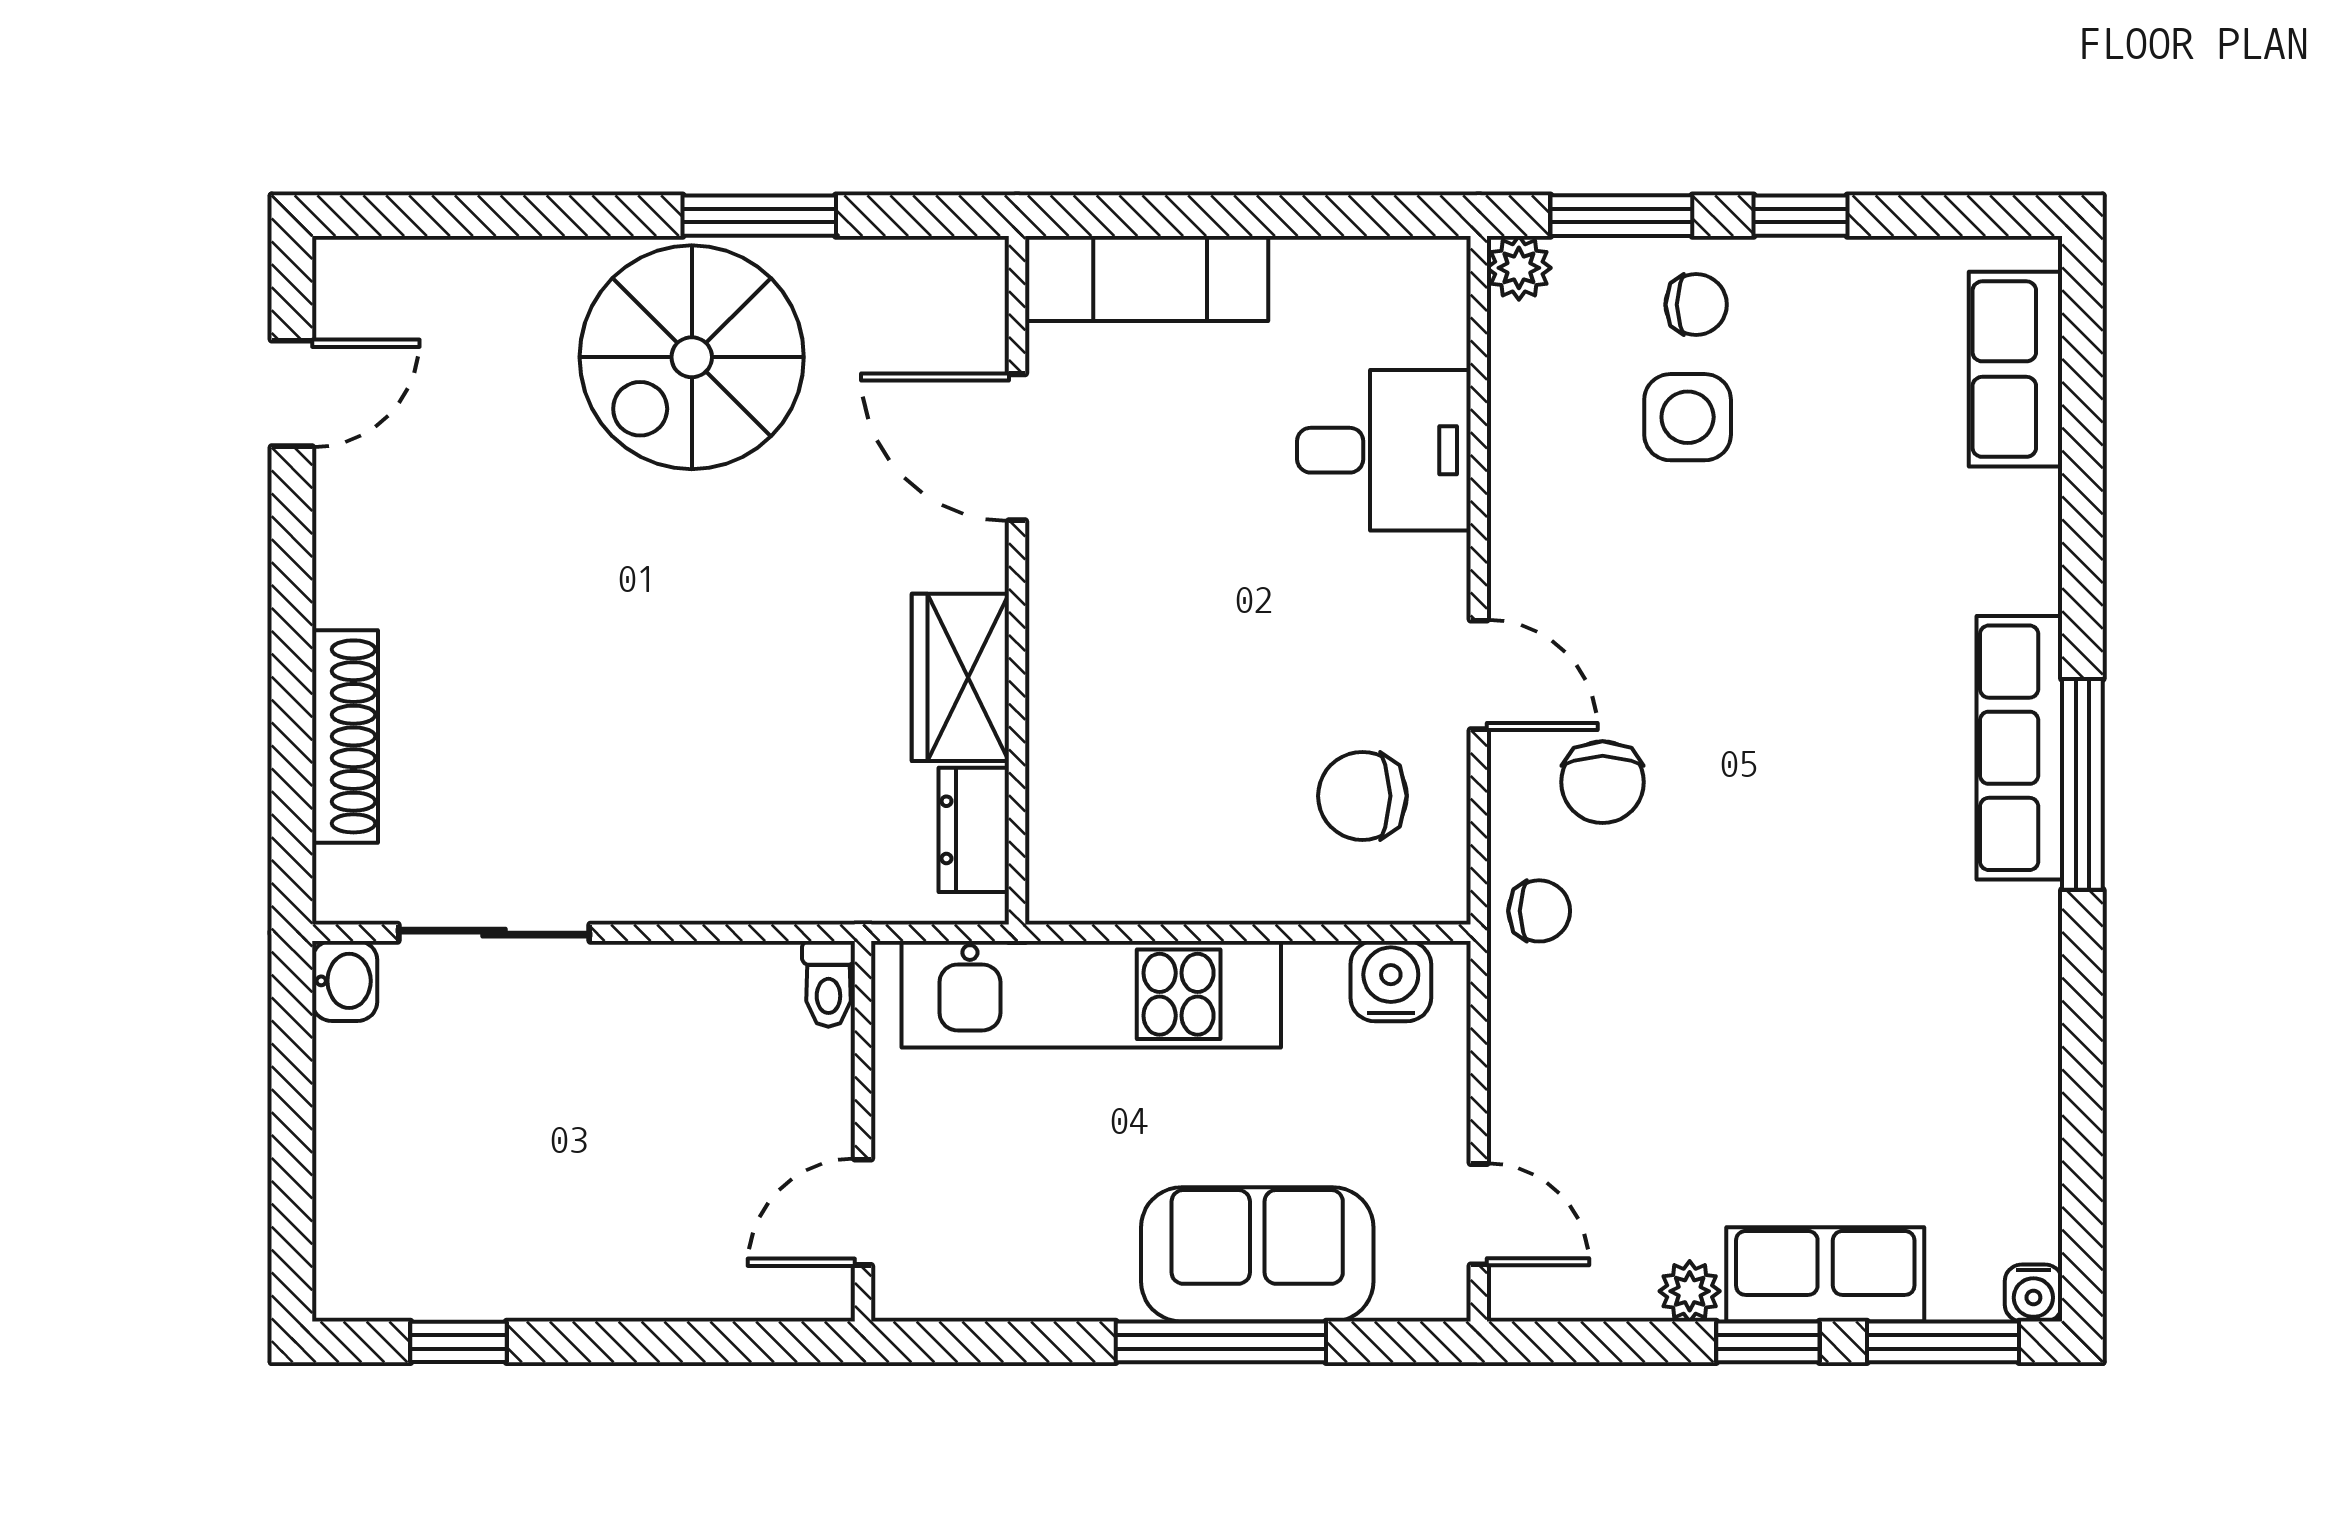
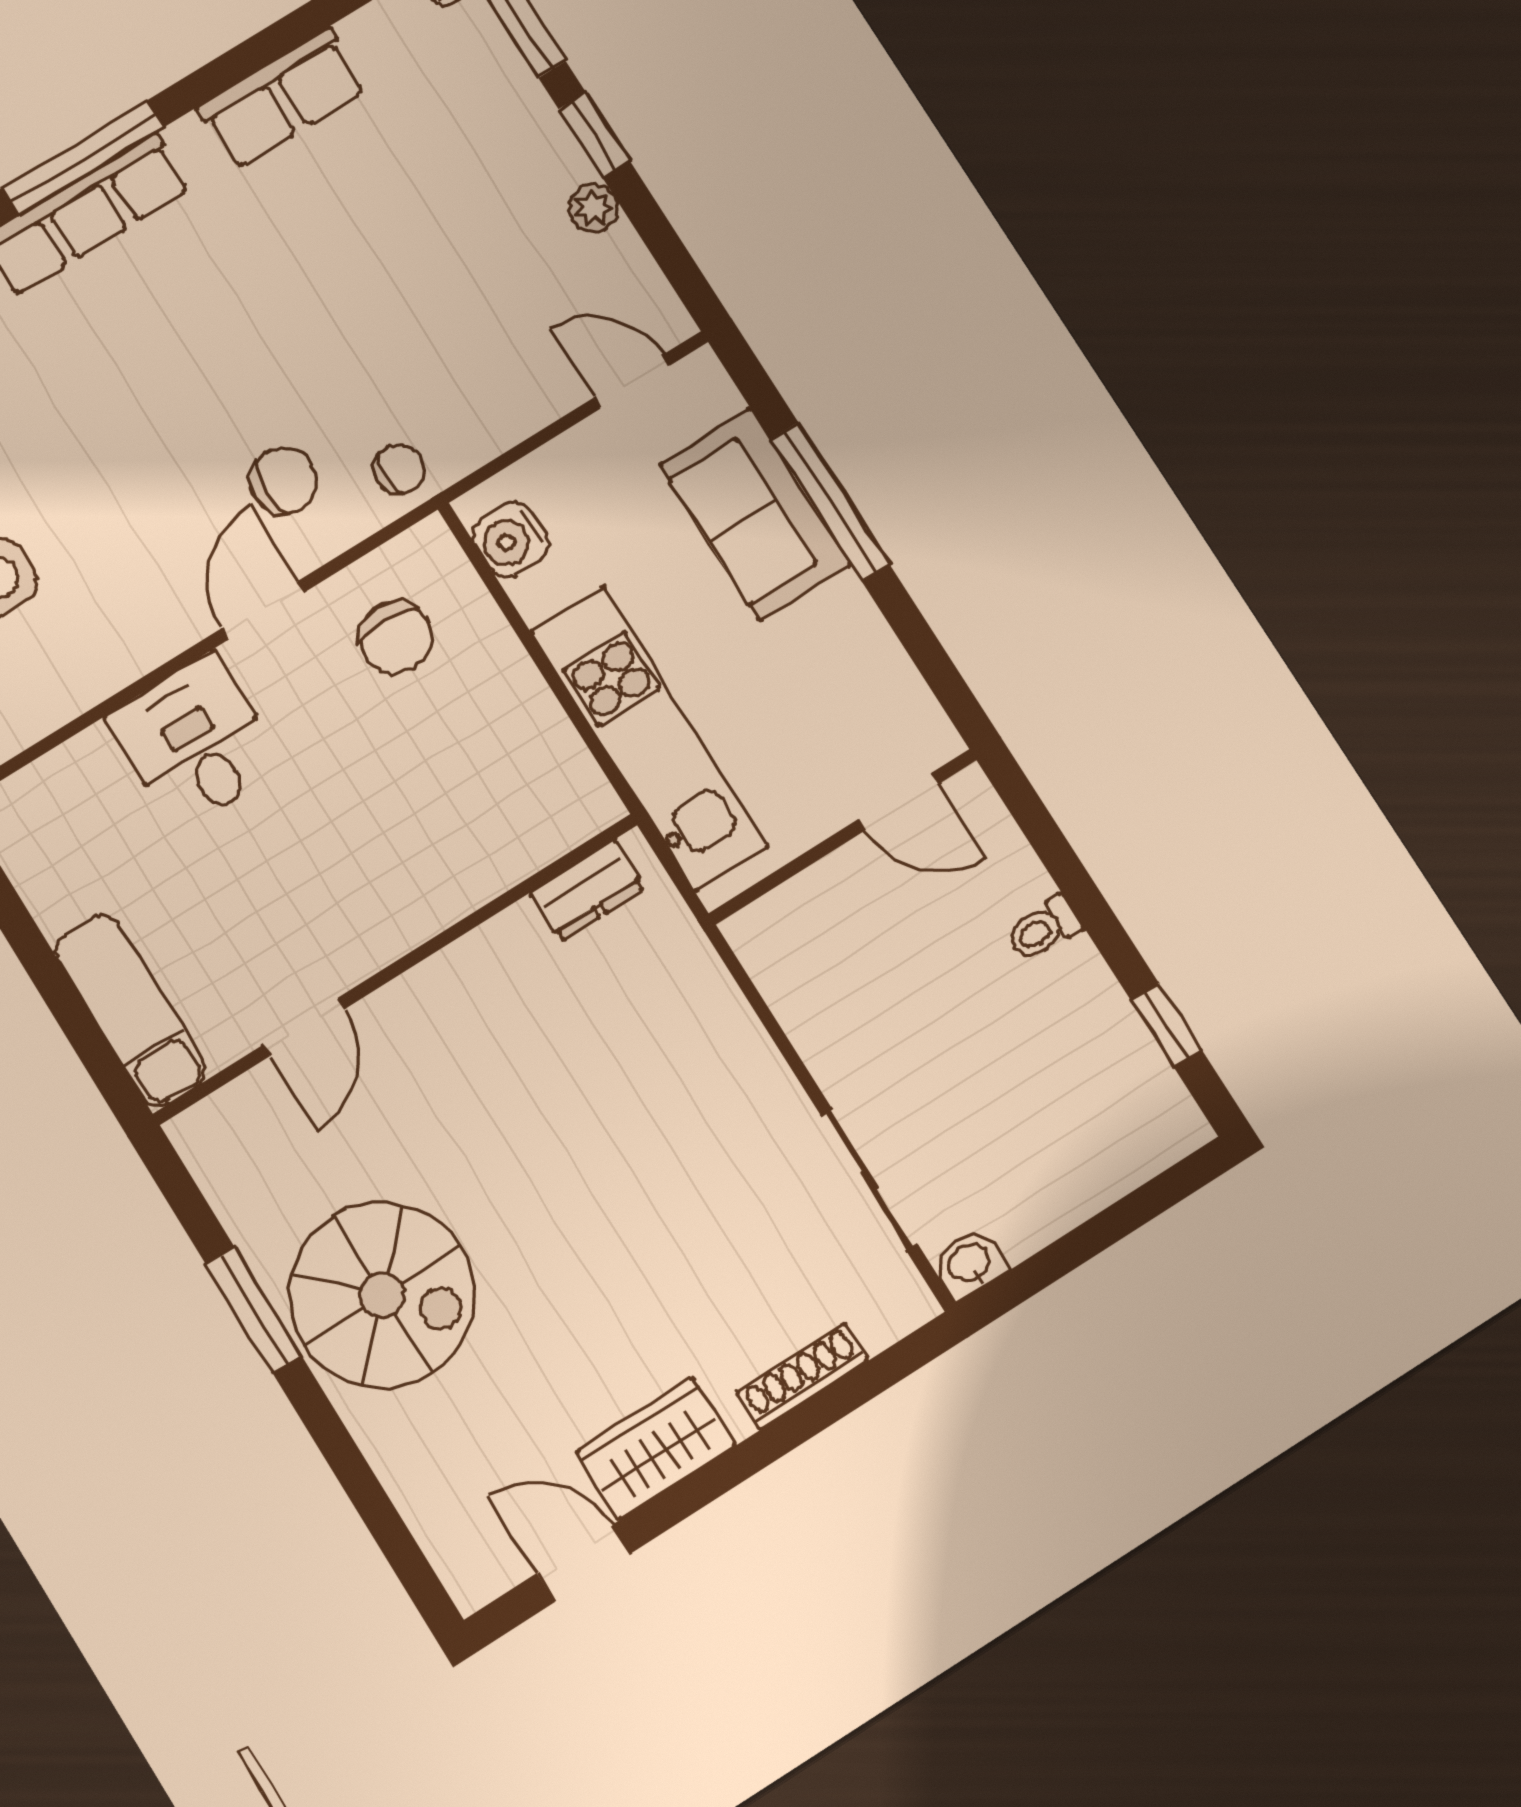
door: (1017, 447) -> (304, 1027), width x0.73
desk: (1384, 450) -> (195, 742), moved
wardrobe: (960, 677) -> (656, 1449), moved, turned 180
shoe rack: (345, 736) -> (802, 1377), width x0.74, depth x0.81
chair: (1539, 911) -> (399, 469), turned 90
toilet: (828, 984) -> (1043, 929), moved, turned 180
door: (1479, 1214) -> (632, 382), hinge flipped
row of seats: (1825, 1274) -> (282, 98), moved, turned -90

